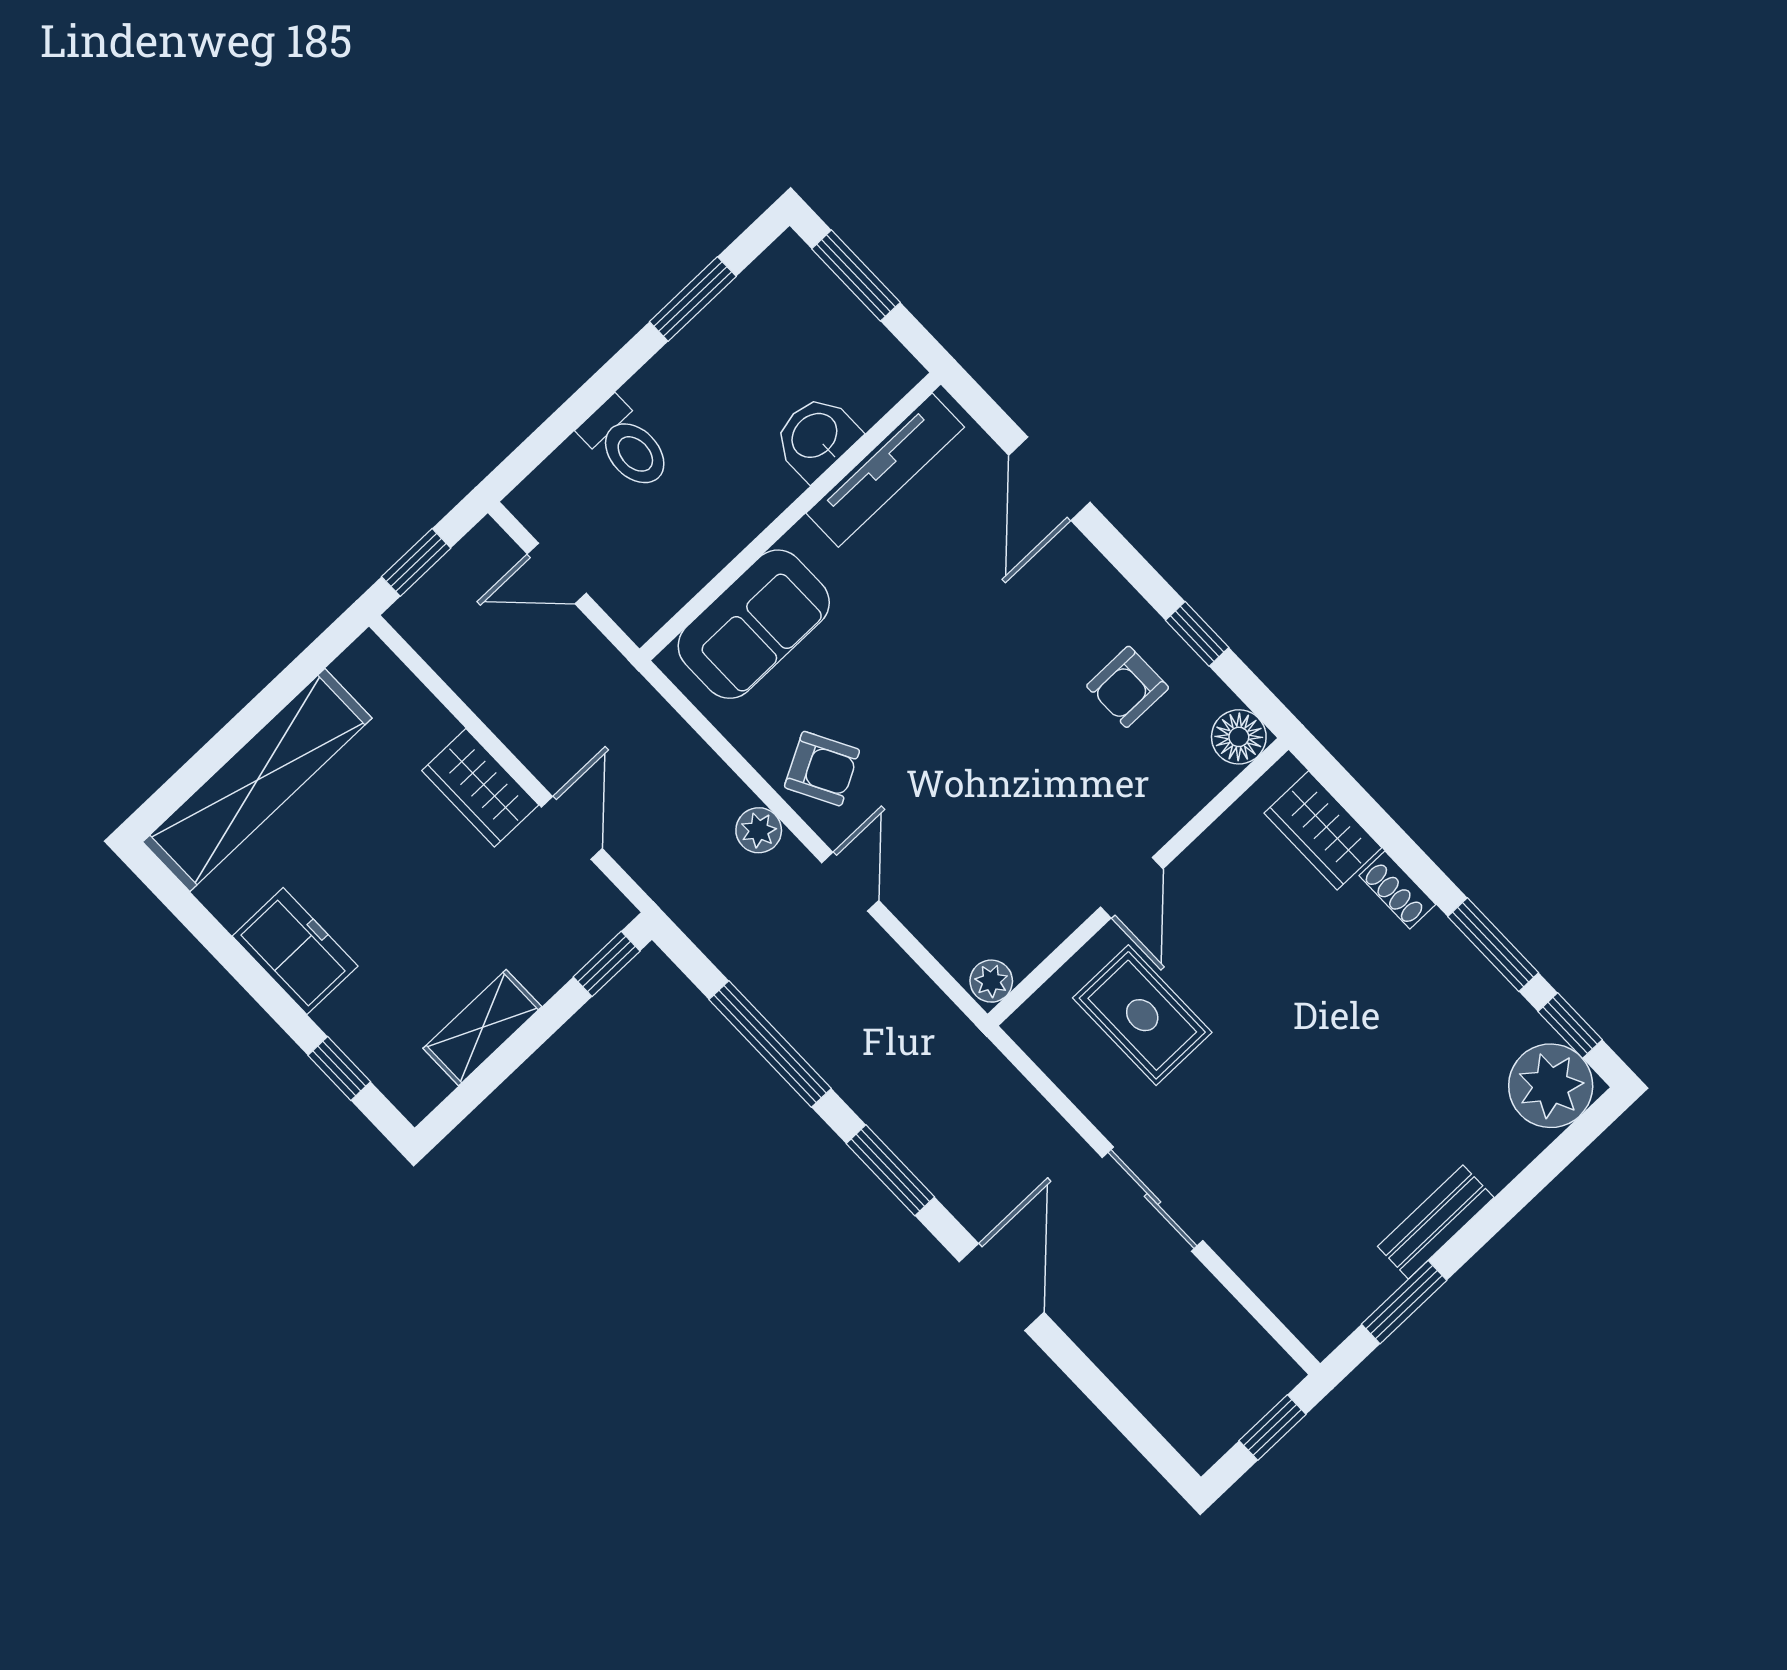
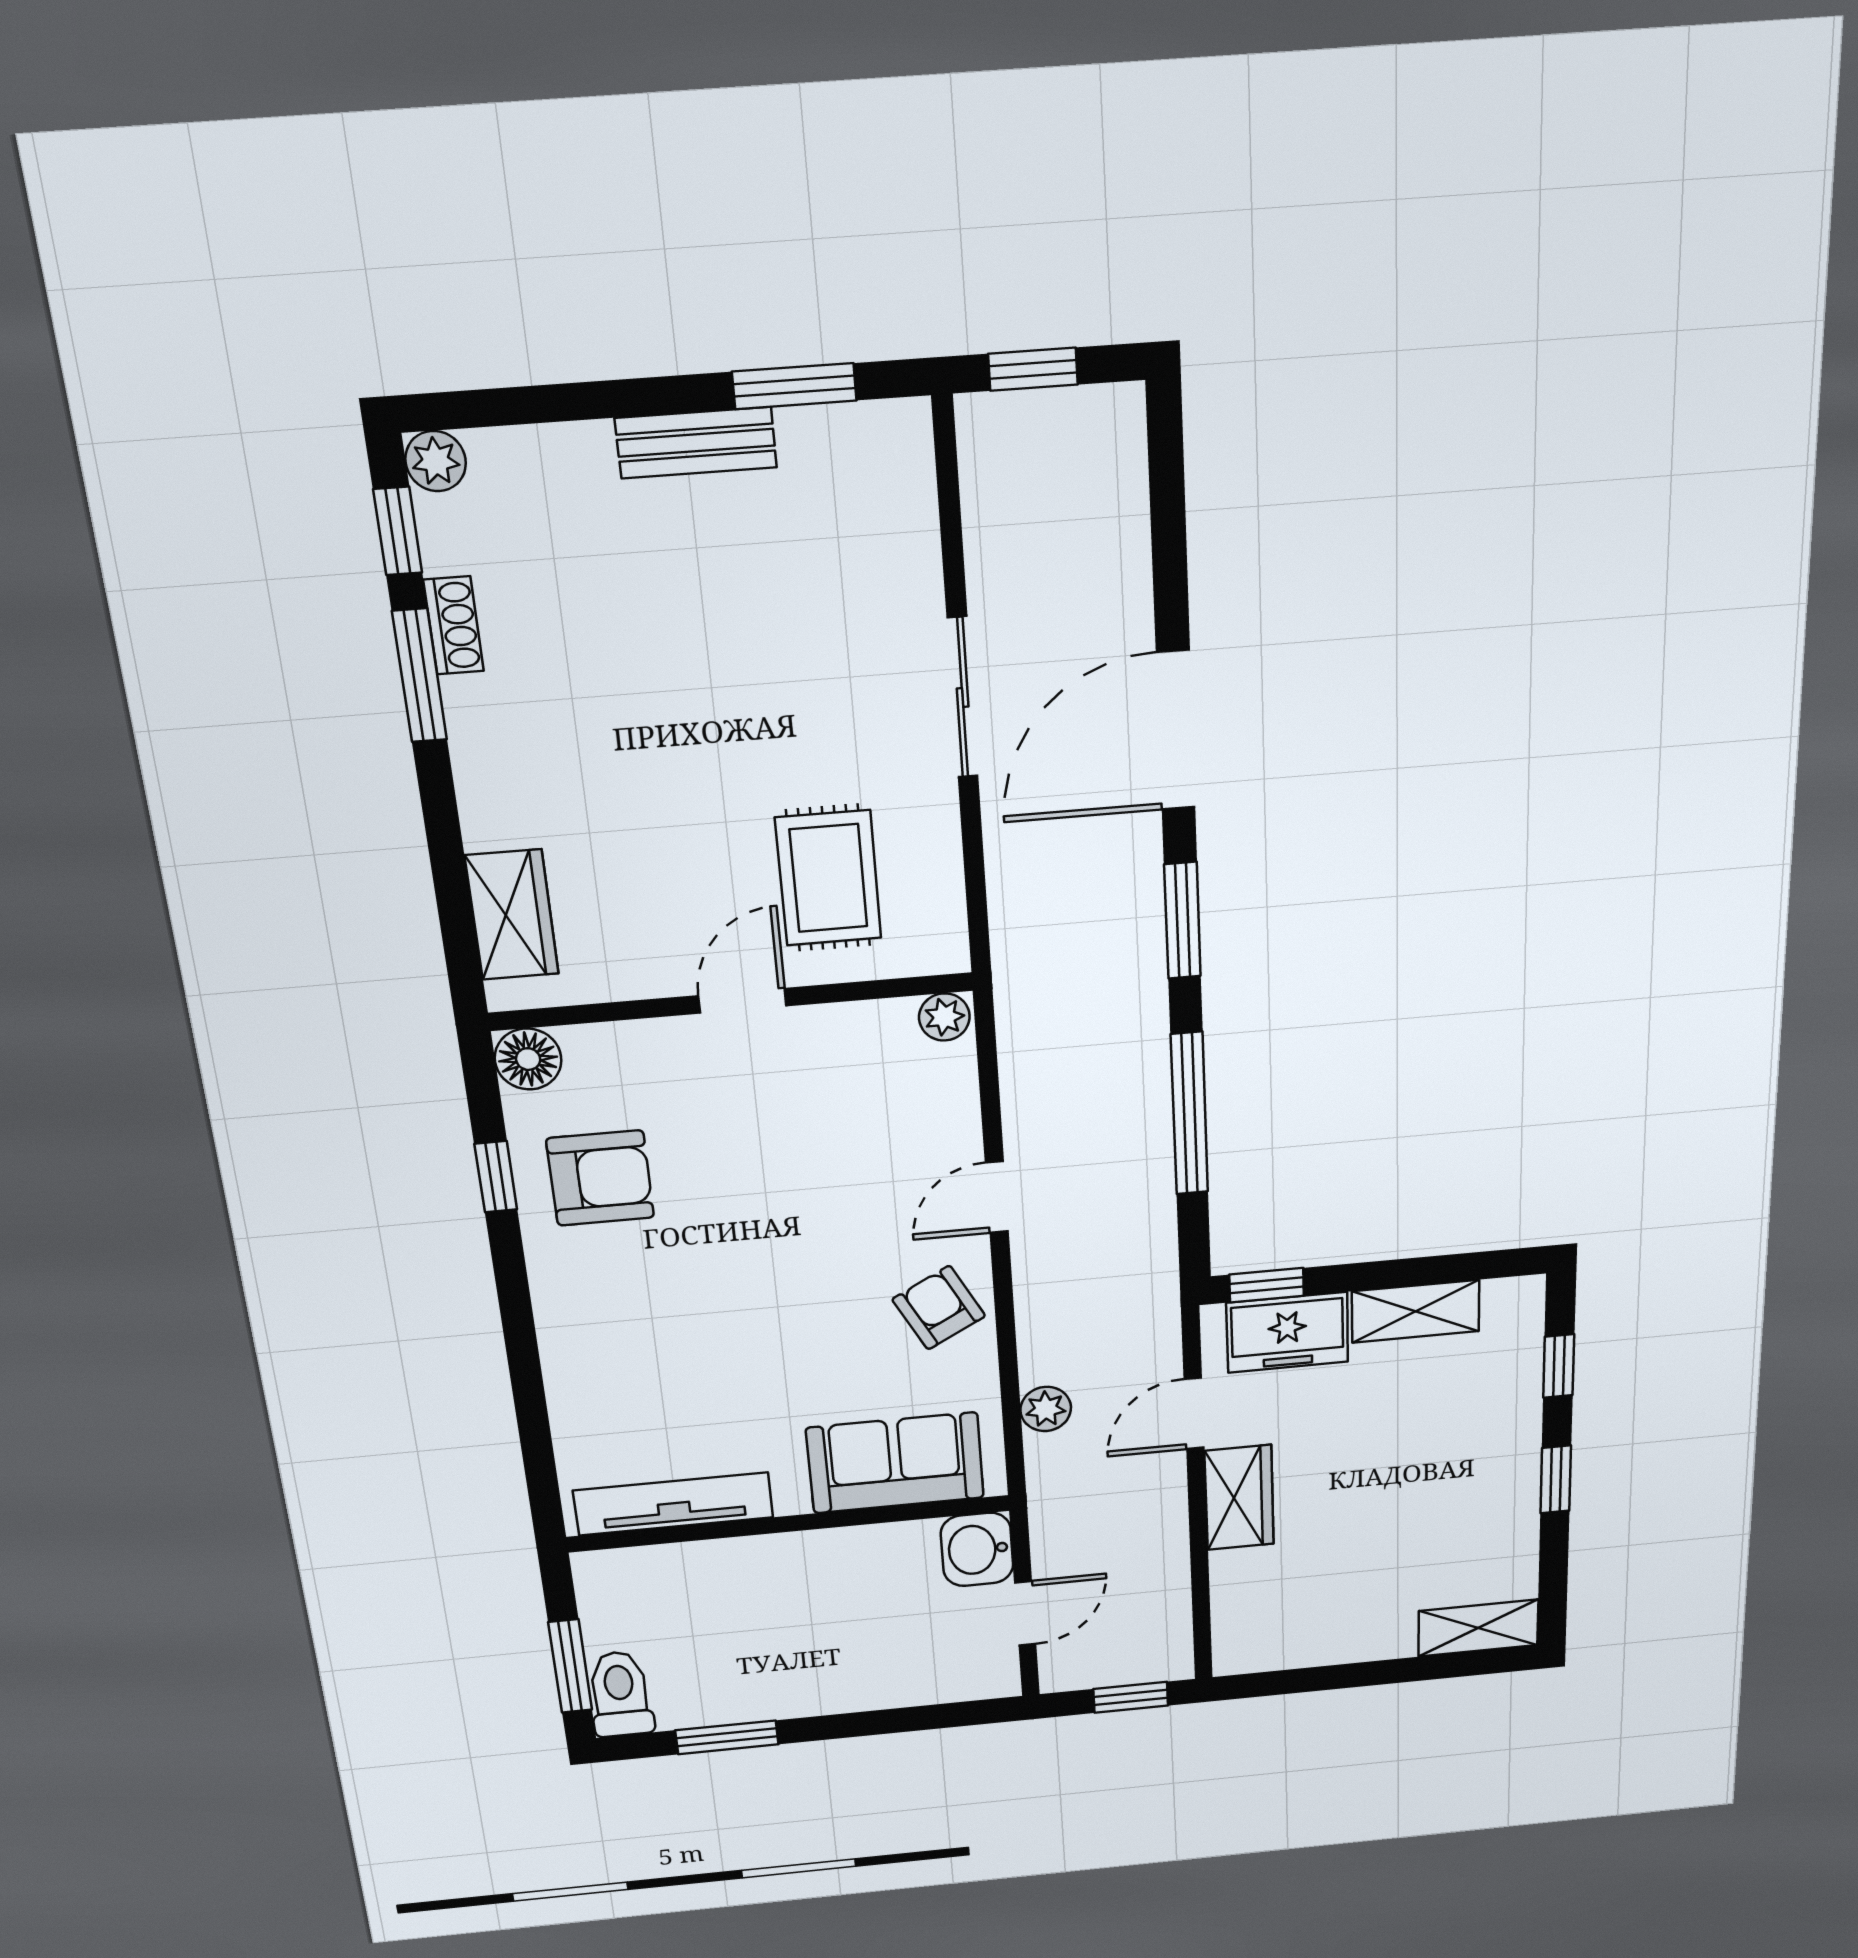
washbasin: (816, 437) -> (977, 1549), moved, turned 90
toilet: (626, 445) -> (620, 1694), moved
door: (1049, 479) -> (530, 1399), removed
door: (557, 573) -> (1025, 1613), hinge flipped
armchair: (1128, 687) -> (600, 1178), width x1.38, depth x1.38
shelving: (257, 780) -> (1478, 1628), width x0.45, depth x0.75
plant: (759, 830) -> (1046, 1409), moved
shoe rack: (1397, 890) -> (454, 625), moved
freezer: (295, 951) -> (1287, 1332), moved, turned -90
window: (257, 982) -> (1556, 1479), added
plant: (1551, 1086) -> (436, 461), width x0.53, depth x0.53
door: (1002, 1287) -> (1176, 730), width x1.36

